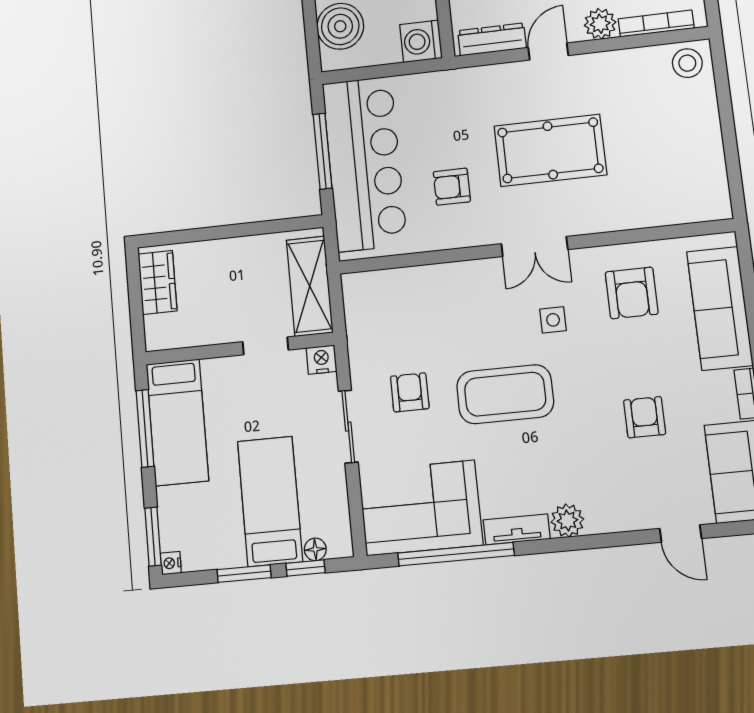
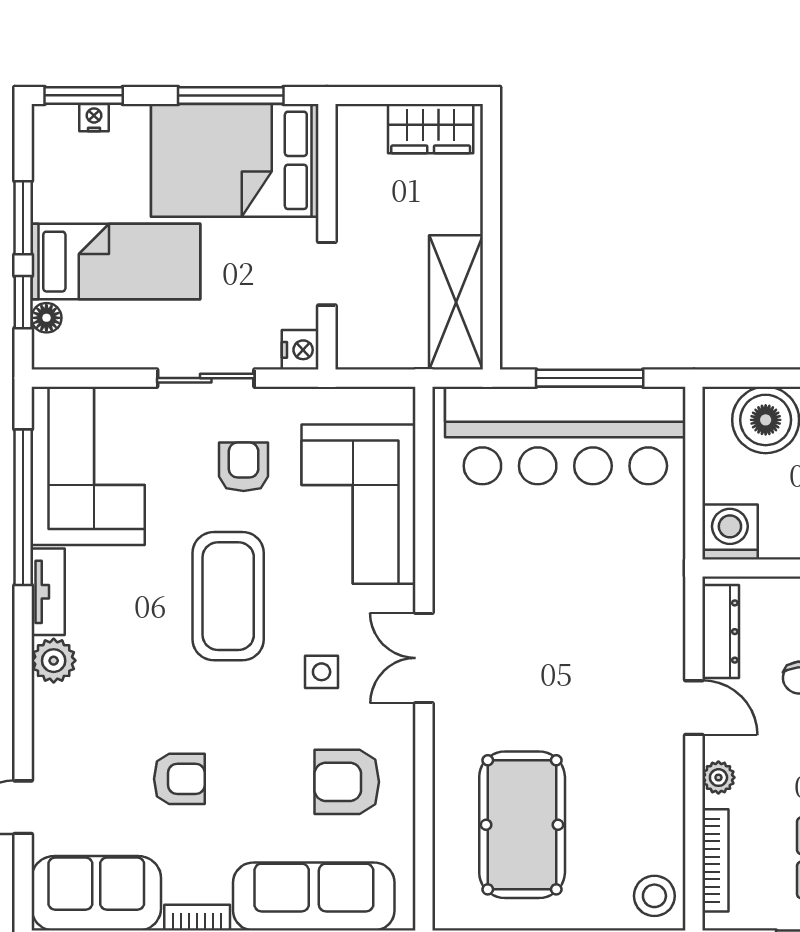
plant: (600, 24) -> (718, 778), width x0.73, depth x0.73
pool table: (550, 150) -> (522, 825), moved
armchair: (452, 187) -> (519, 554), removed
shelving: (310, 286) -> (456, 302), moved, turned 90
corner sofa: (428, 306) -> (358, 504), added
armchair: (410, 392) -> (244, 467), turned -90
bed: (177, 422) -> (235, 160), width x1.50
nightstand: (171, 563) -> (94, 118), moved

